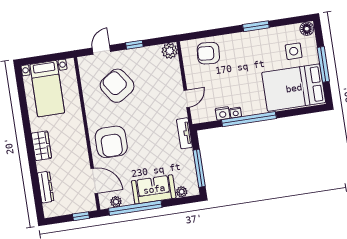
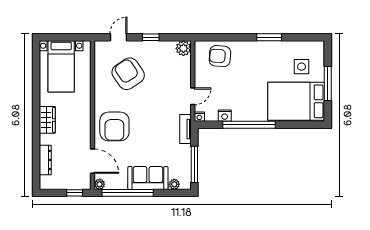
floor lamp: (307, 29) -> (317, 47), removed
nightstand: (236, 113) -> (199, 117), moved
plant: (116, 202) -> (100, 184), moved

